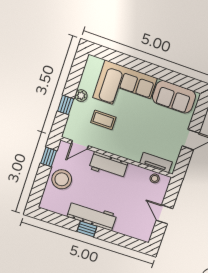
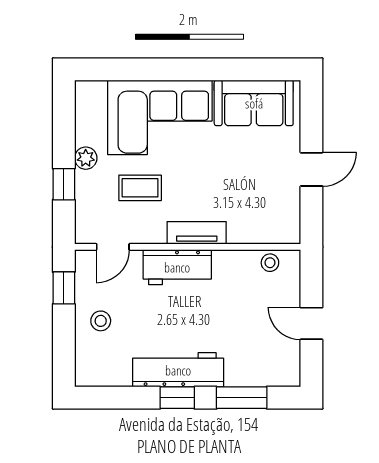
tv unit: (156, 163) -> (197, 233), moved
stool: (62, 179) -> (101, 321), width x0.53, depth x0.53
window: (118, 239) -> (242, 398), added

